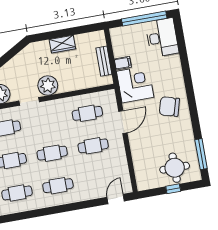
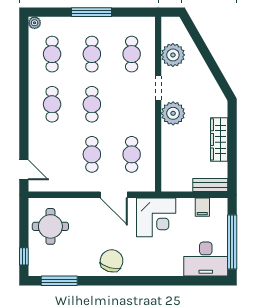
wardrobe: (62, 44) -> (219, 139), width x1.50
bench: (104, 61) -> (210, 185), moved
filing cabinet: (123, 63) -> (202, 207), moved
chair: (169, 107) -> (112, 261), moved
round table: (175, 168) -> (50, 226), moved
window: (173, 189) -> (24, 256), moved

